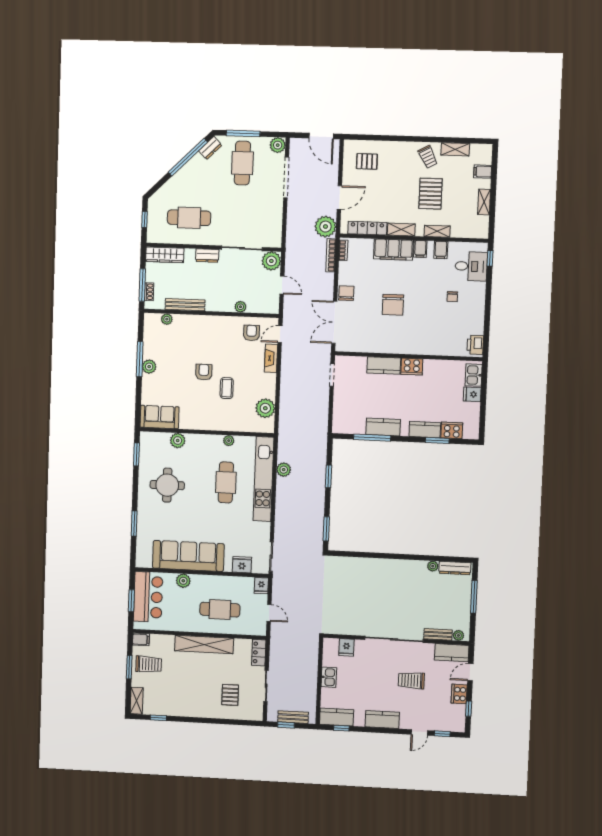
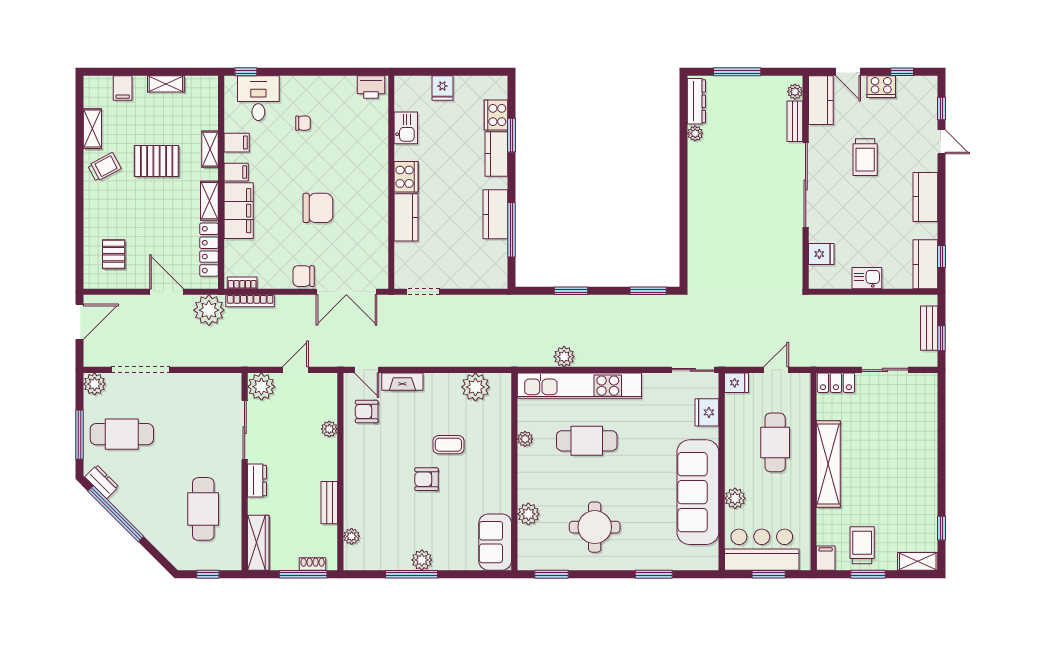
bench: (185, 305) -> (329, 503), width x0.73
kitchen sink: (474, 375) -> (406, 128), moved, turned -90
pallet: (230, 695) -> (901, 423), removed

